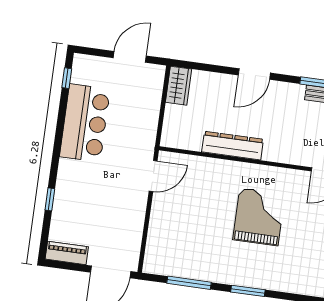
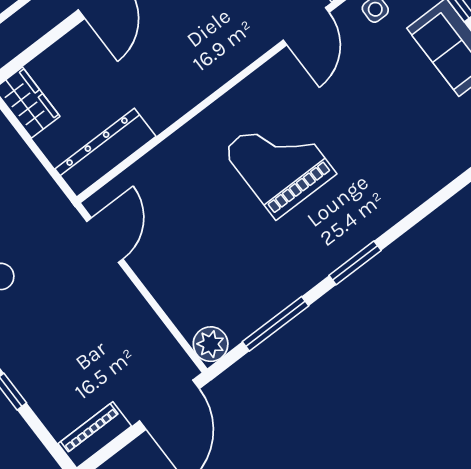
dresser: (233, 146) -> (105, 153), moved
plant: (153, 264) -> (211, 344), added

